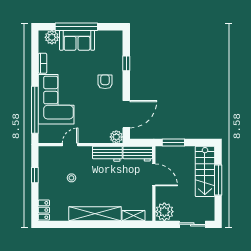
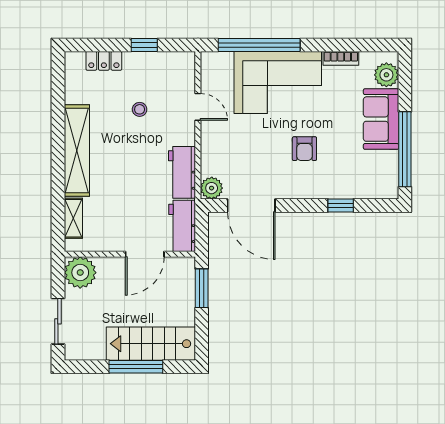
window: (76, 27) -> (405, 149), moved
armchair: (105, 82) -> (304, 149), moved, turned 90
locker: (44, 210) -> (104, 61), moved

